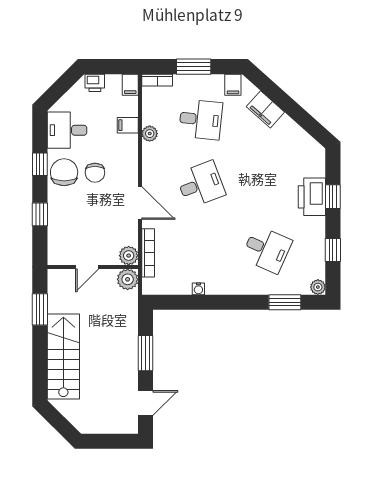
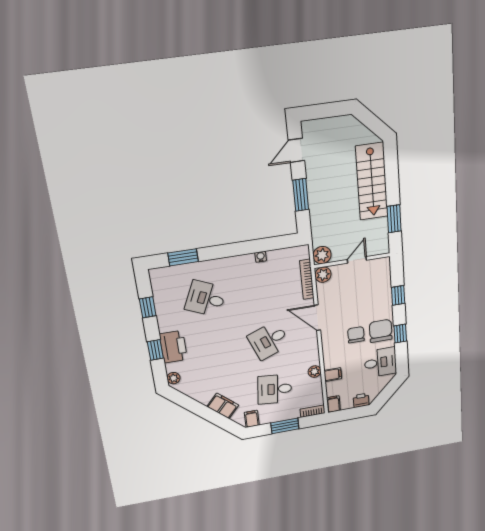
chair: (64, 172) -> (381, 331), turned 180
plant: (318, 287) -> (173, 378), moved

